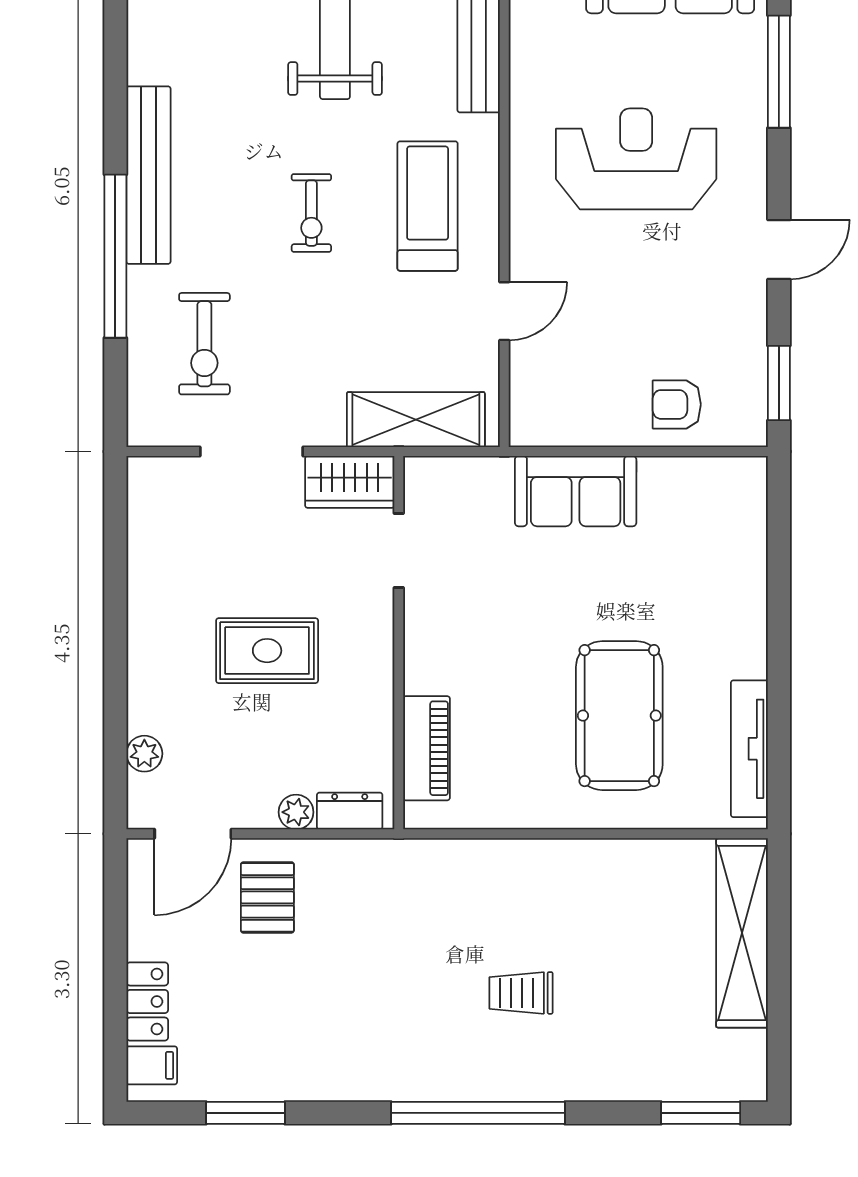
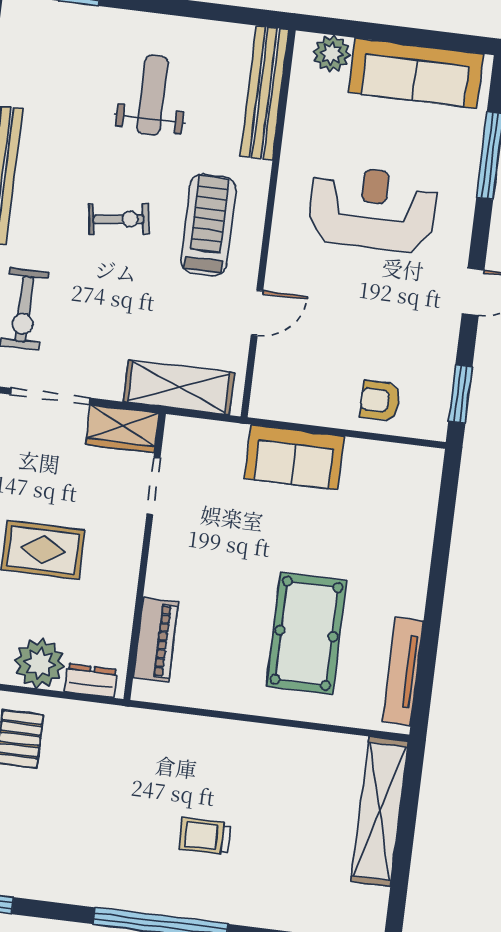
exercise bike: (311, 213) -> (119, 219), turned -98
plant: (296, 812) -> (40, 663), width x1.88, depth x1.88

